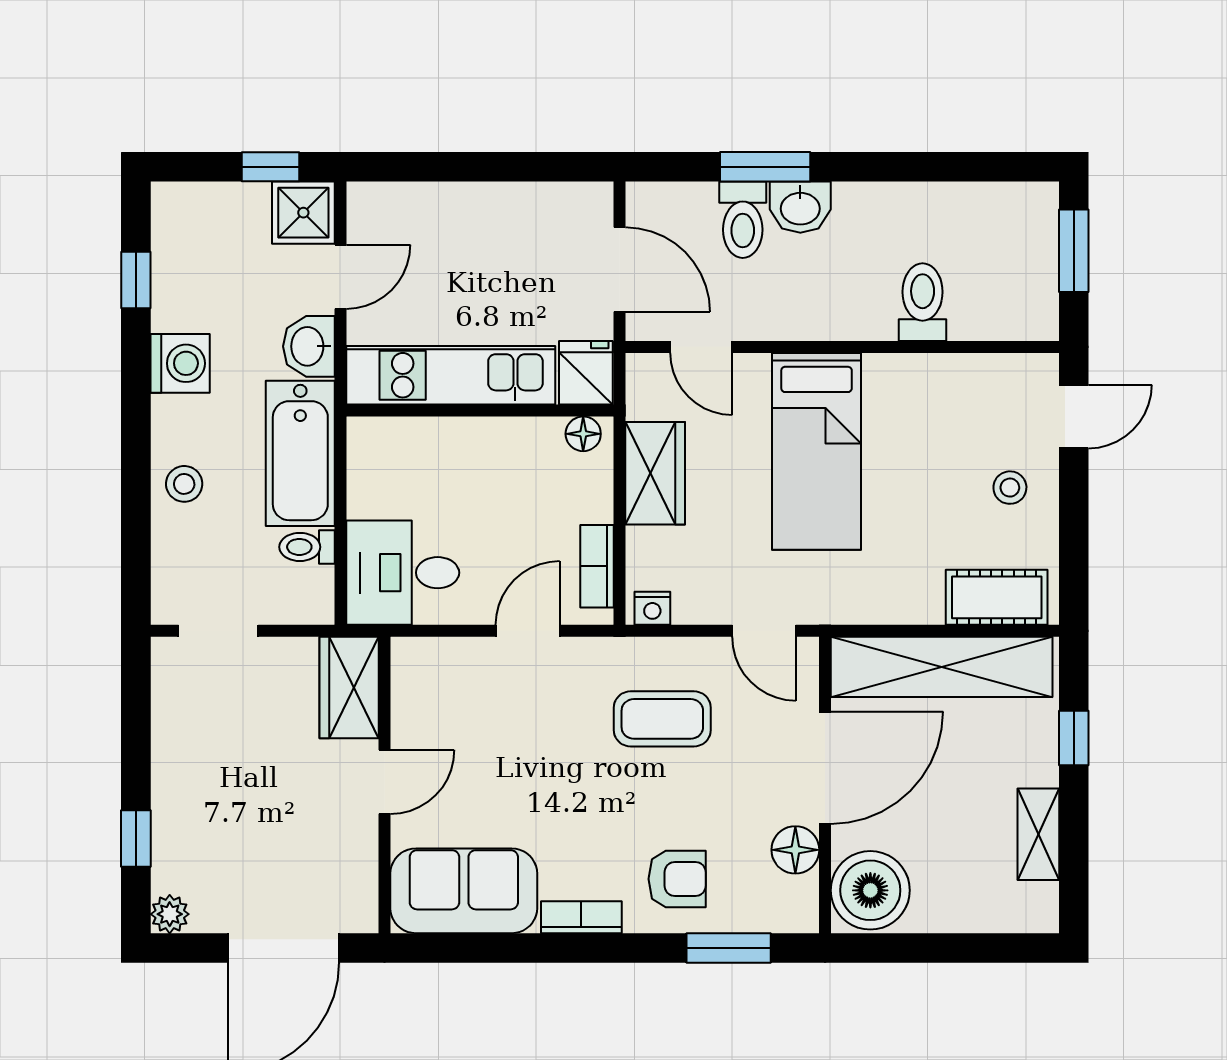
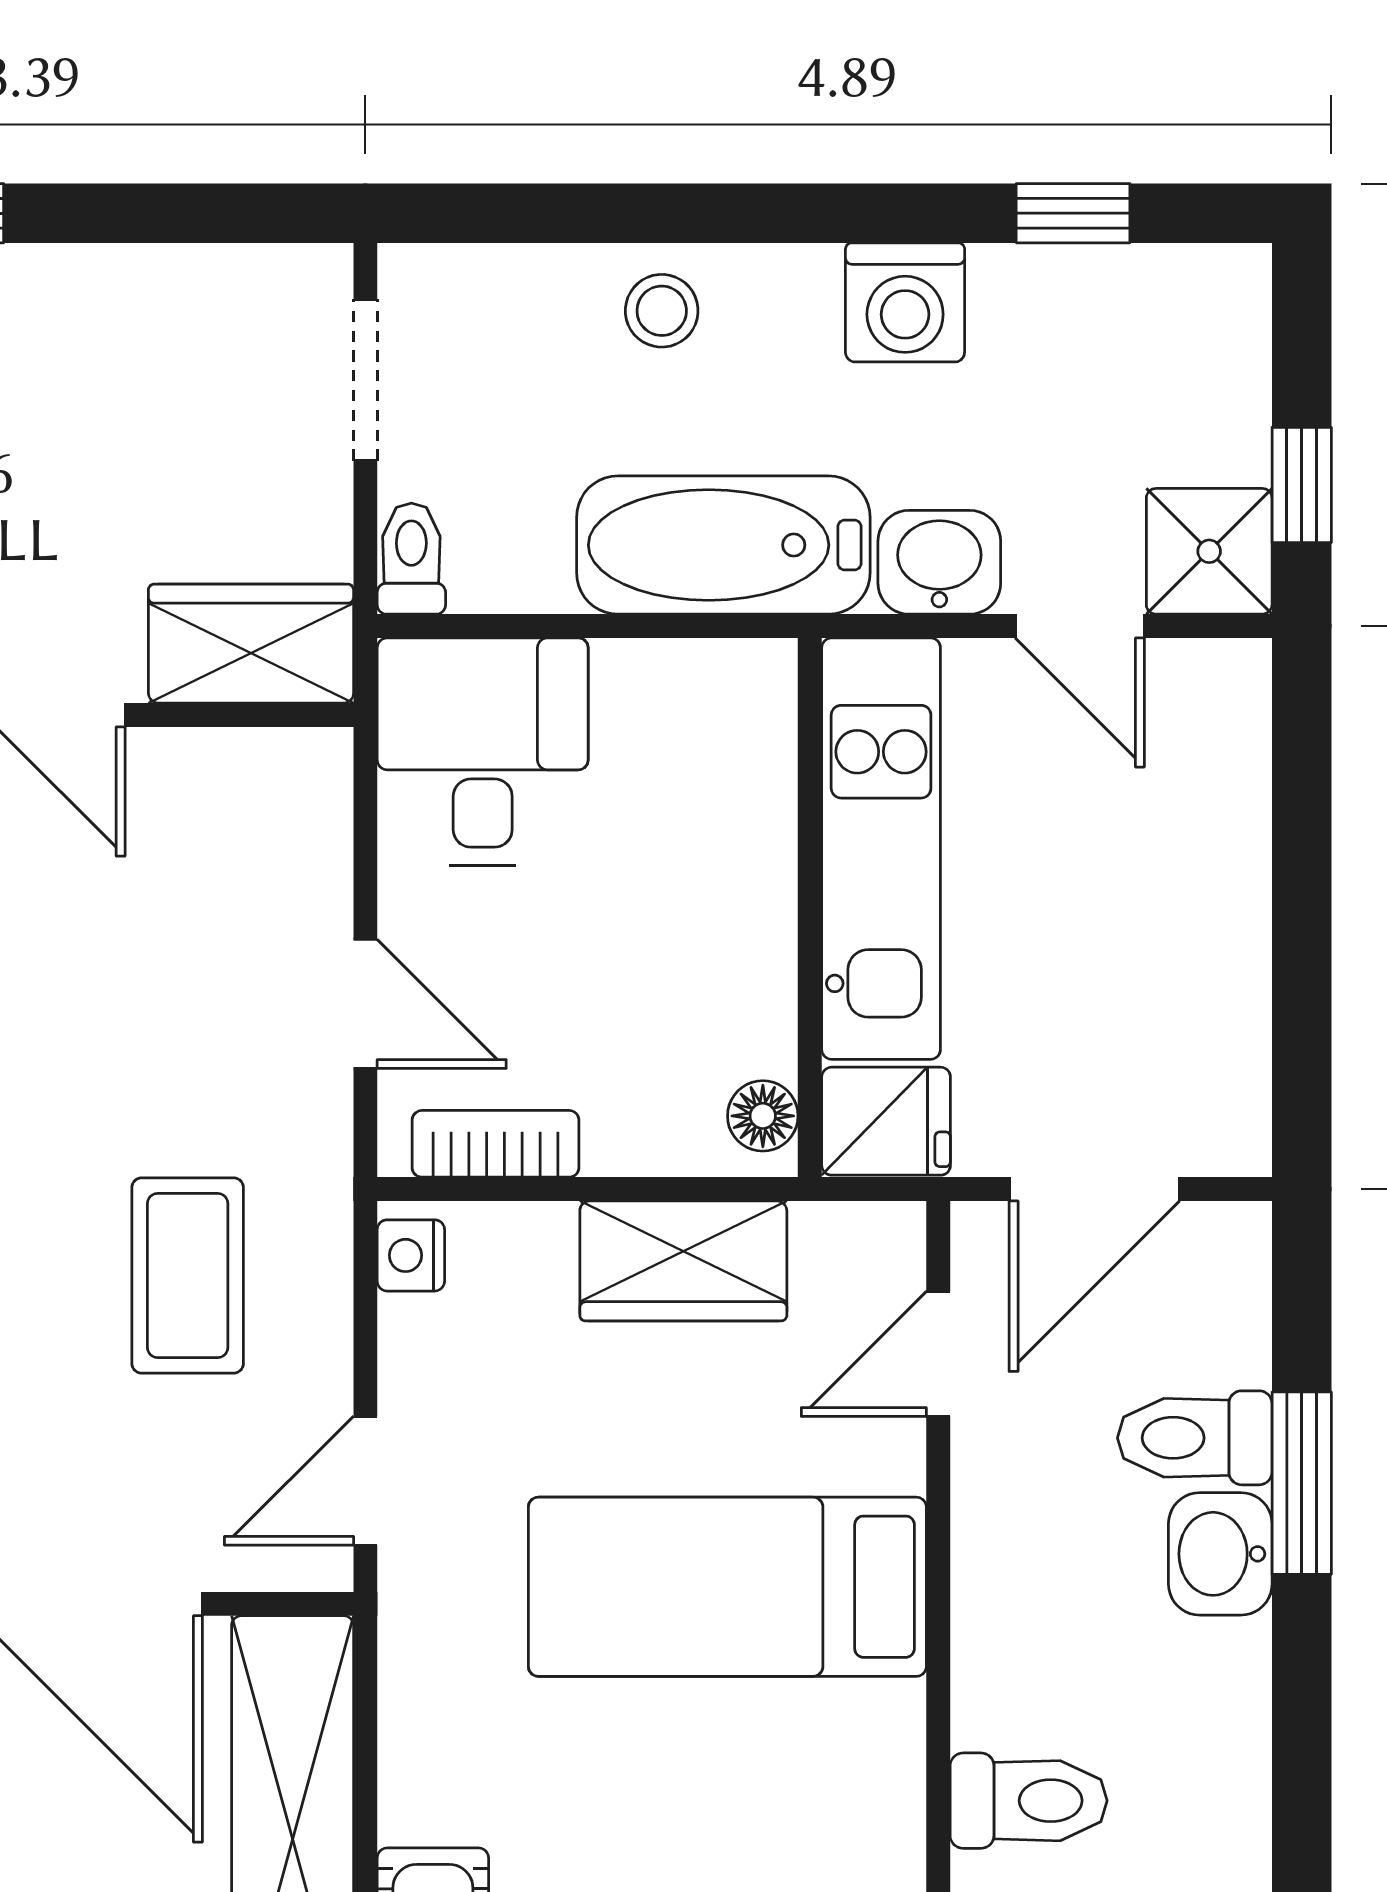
toilet: (307, 547) -> (411, 559), moved

